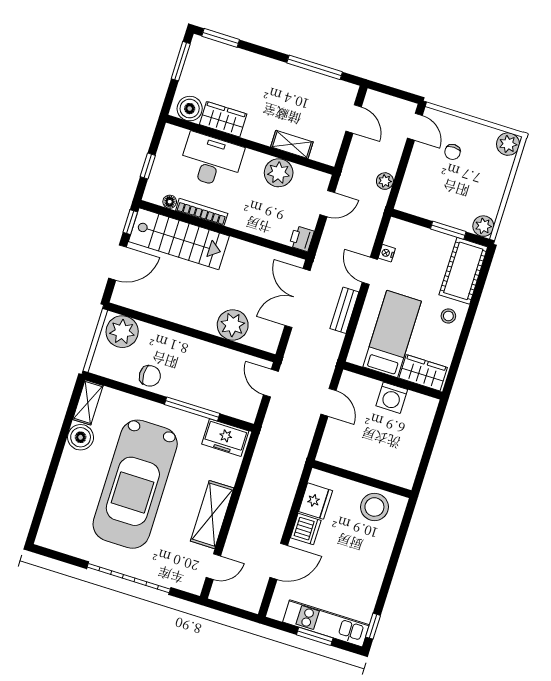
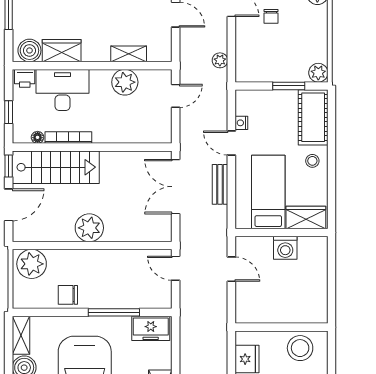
printer: (302, 239) -> (25, 78), moved, turned -90
plant: (233, 325) -> (89, 228), moved
chair: (150, 376) -> (68, 295), turned 180

